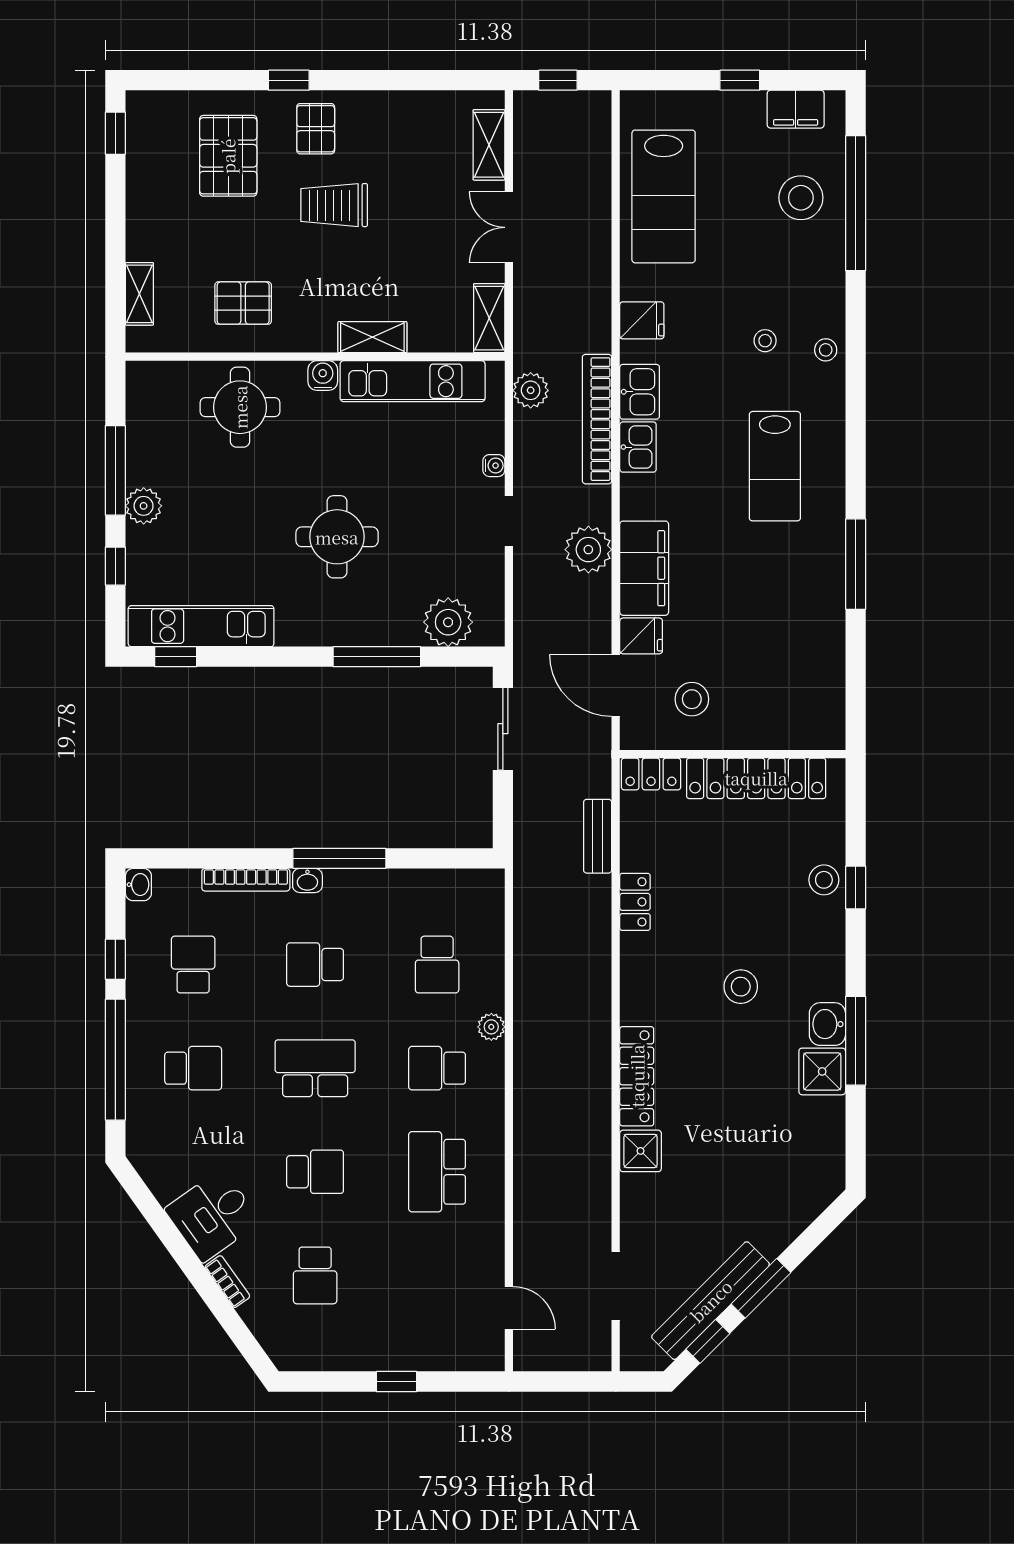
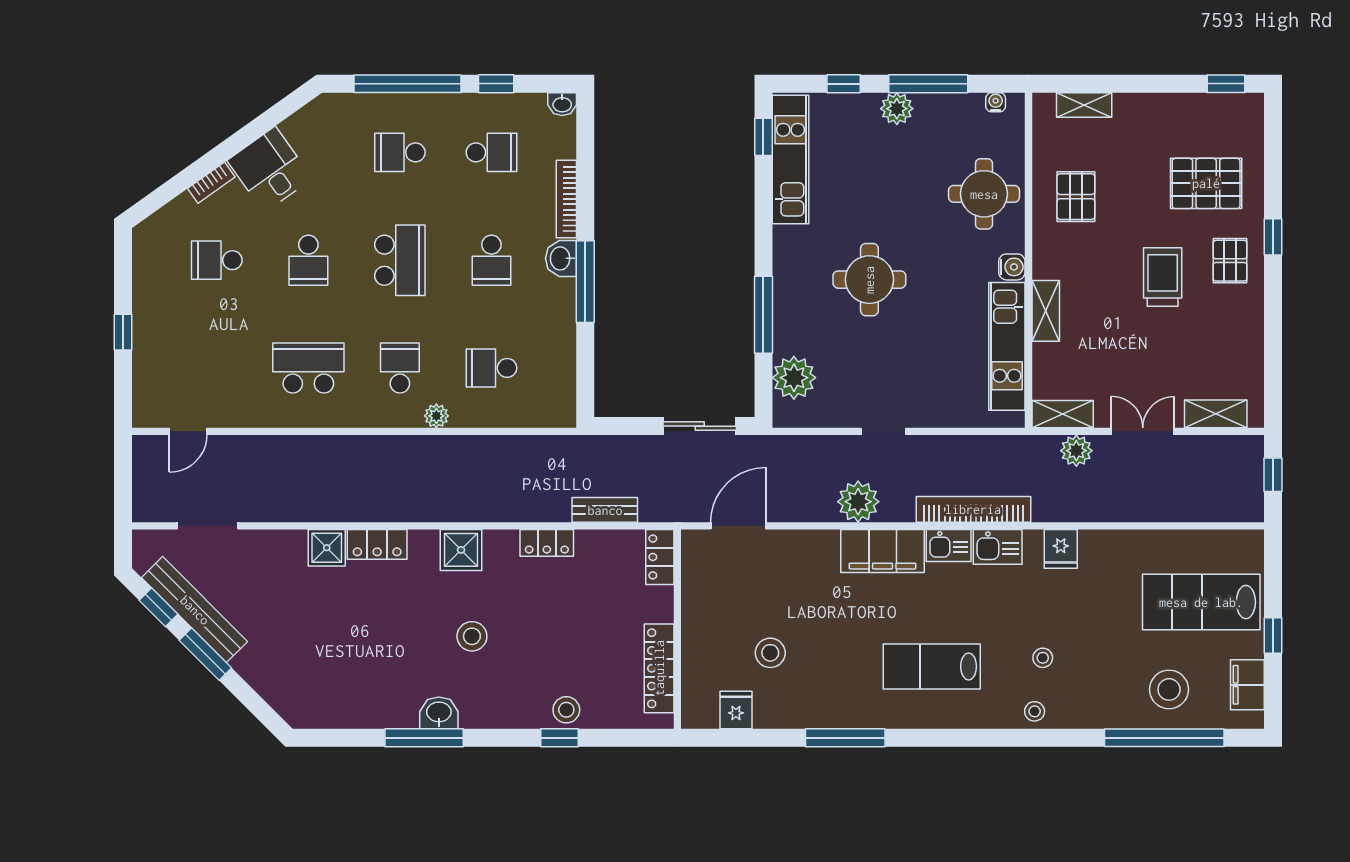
pallet: (316, 129) -> (1230, 261), turned 90
lab bench: (664, 196) -> (1201, 602), moved
plant: (531, 390) -> (1076, 451), moved
water cooler: (494, 466) -> (996, 102), moved, turned 180
filing cabinet: (644, 568) -> (882, 551), moved
fridge: (641, 636) -> (736, 710), moved, turned 180
stool: (692, 699) -> (770, 653), moved
locker: (756, 778) -> (659, 668), width x0.71, depth x0.83
washbasin: (307, 880) -> (561, 258), width x1.38, depth x1.45
school desk: (315, 965) -> (491, 260), turned 180
school desk: (193, 1068) -> (400, 152), turned 90
shower: (822, 1071) -> (461, 550), moved
locker: (637, 1076) -> (377, 544), width x0.66

